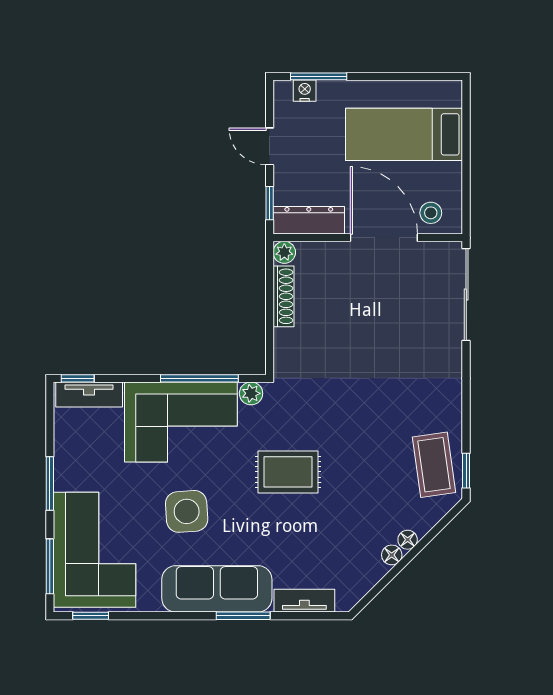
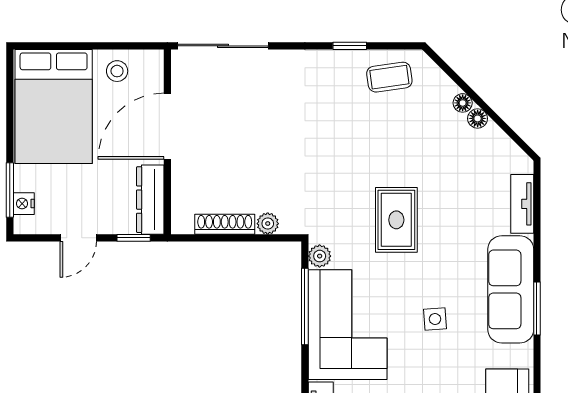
bed: (404, 134) -> (54, 107), width x1.50
stool: (431, 213) -> (117, 71), moved
plant: (284, 252) -> (268, 224), moved
coffee table: (434, 465) -> (389, 77), width x0.73, depth x0.77
window: (466, 471) -> (350, 46), moved
side table: (187, 511) -> (435, 319), width x0.54, depth x0.54
window: (243, 616) -> (537, 308), moved

